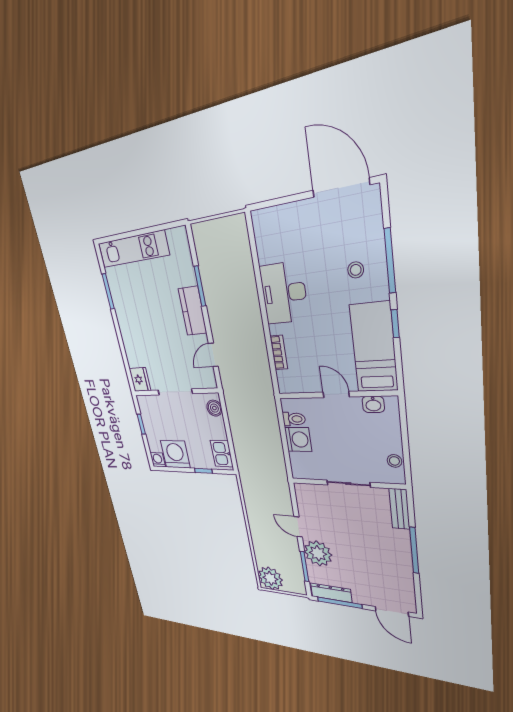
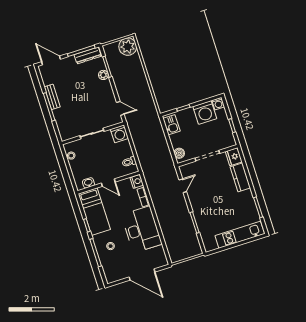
door: (341, 188) -> (142, 274), moved
desk: (284, 293) -> (142, 229), width x1.36, depth x1.30
kitchen counter: (193, 311) -> (240, 177), moved, turned 180
nightstand: (286, 383) -> (137, 181), added
washing machine: (298, 439) -> (119, 134), moved, turned -90
bench: (399, 509) -> (52, 97), moved
door: (298, 527) -> (120, 108), moved
plant: (318, 553) -> (103, 75), width x0.53, depth x0.53

